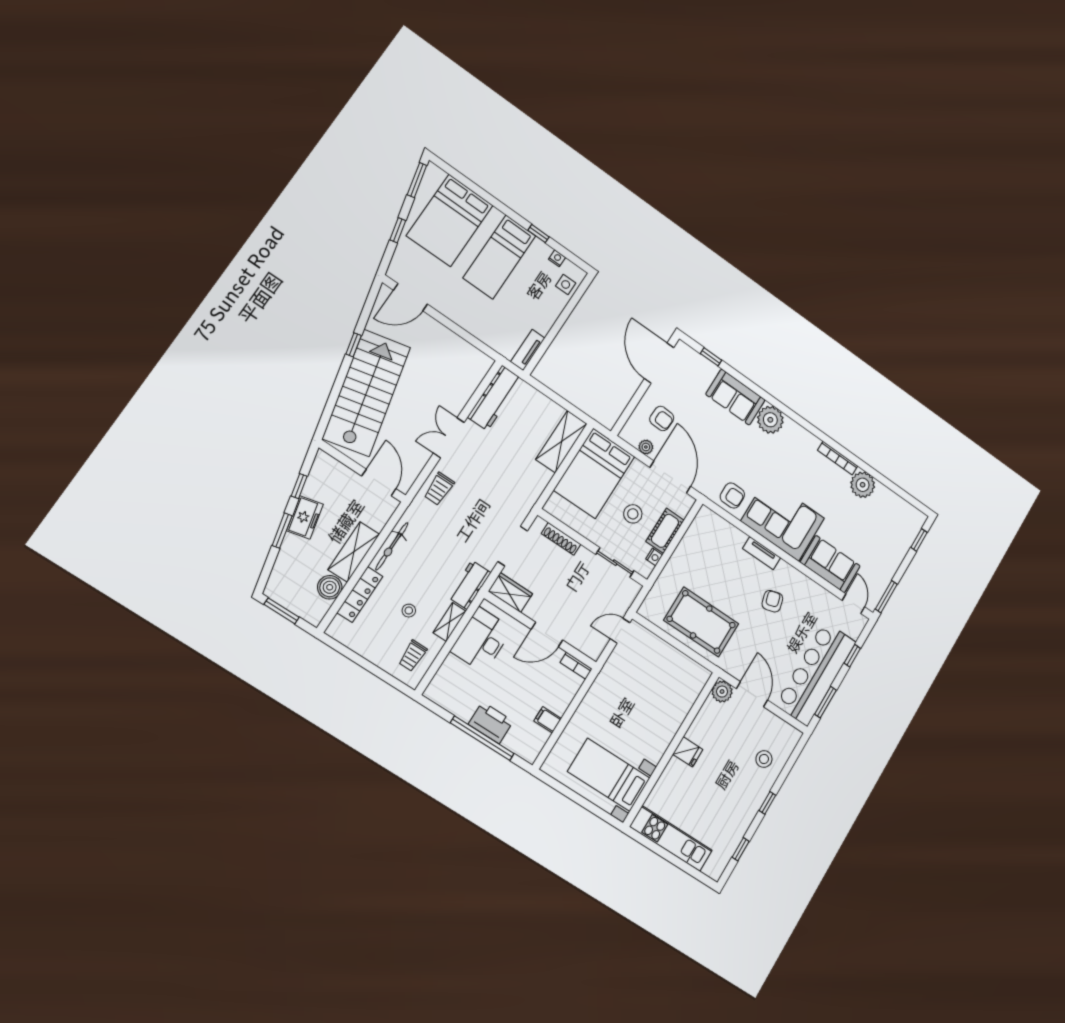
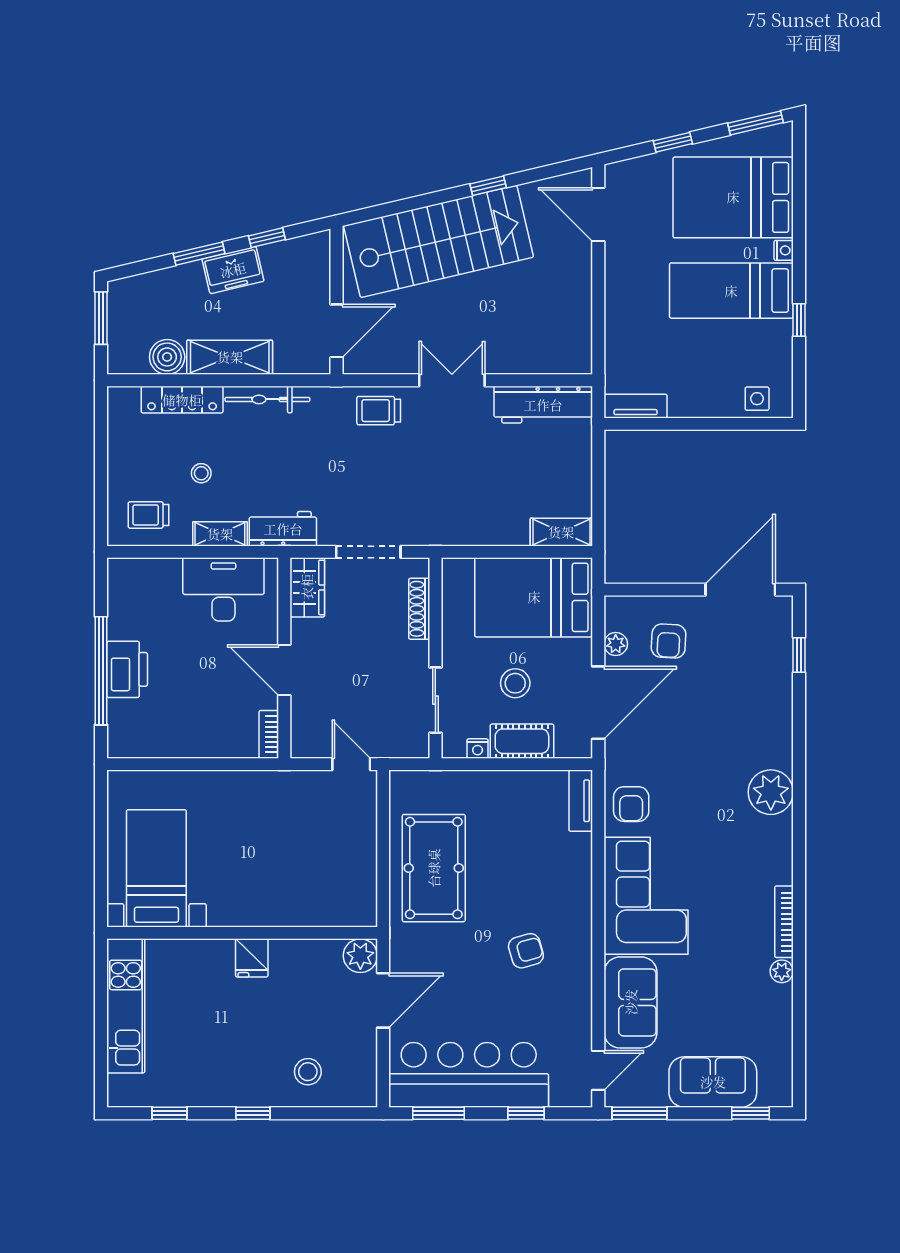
nightstand: (557, 258) -> (784, 250), moved
sofa: (735, 397) -> (713, 1082), moved, turned 90
shelving: (561, 442) -> (561, 532), width x0.67, depth x0.75
plant: (863, 485) -> (782, 971), width x0.53, depth x0.53
tv unit: (762, 553) -> (581, 801), moved
filing cabinet: (548, 720) -> (177, 741), removed

